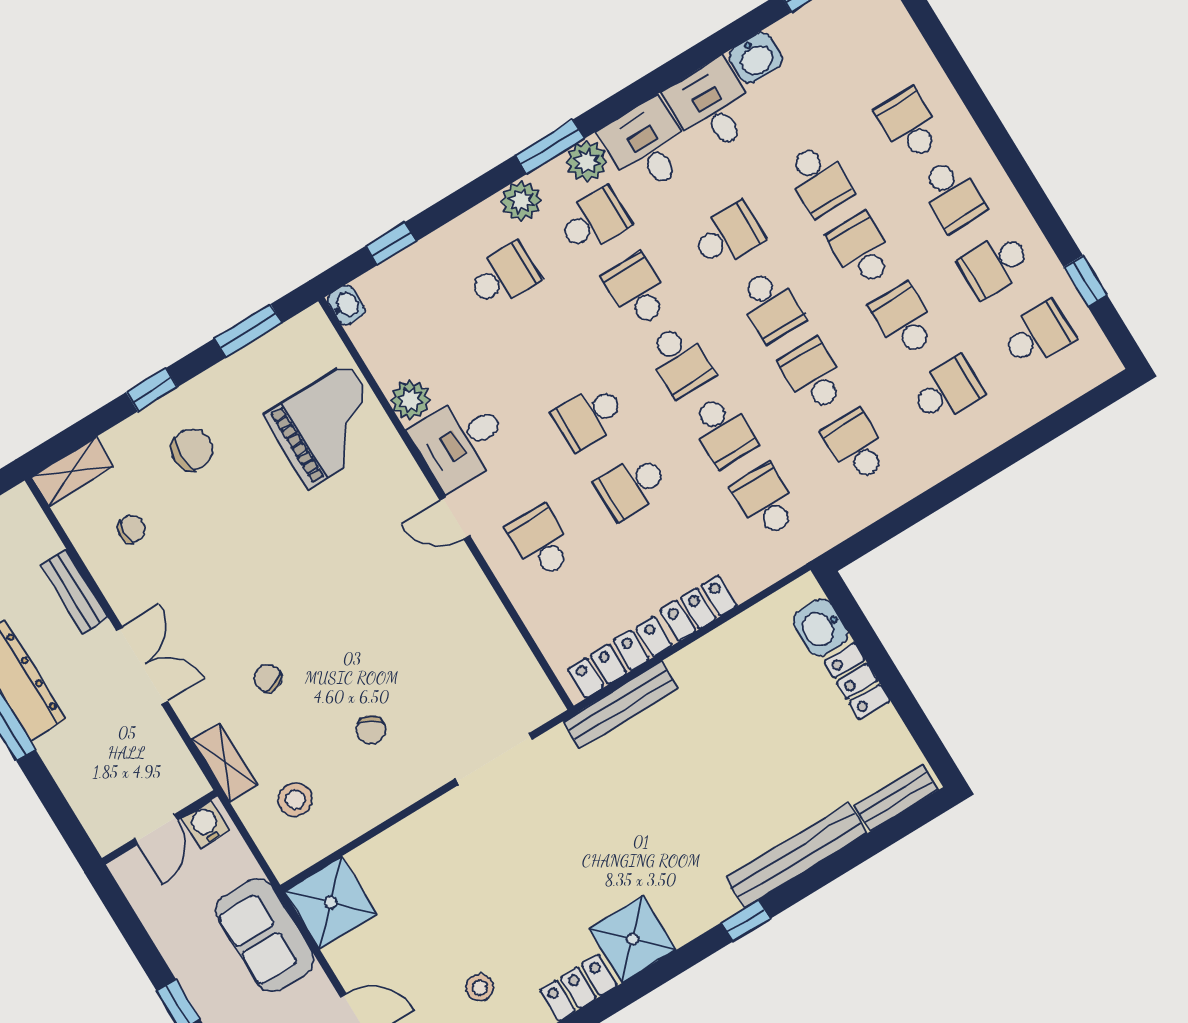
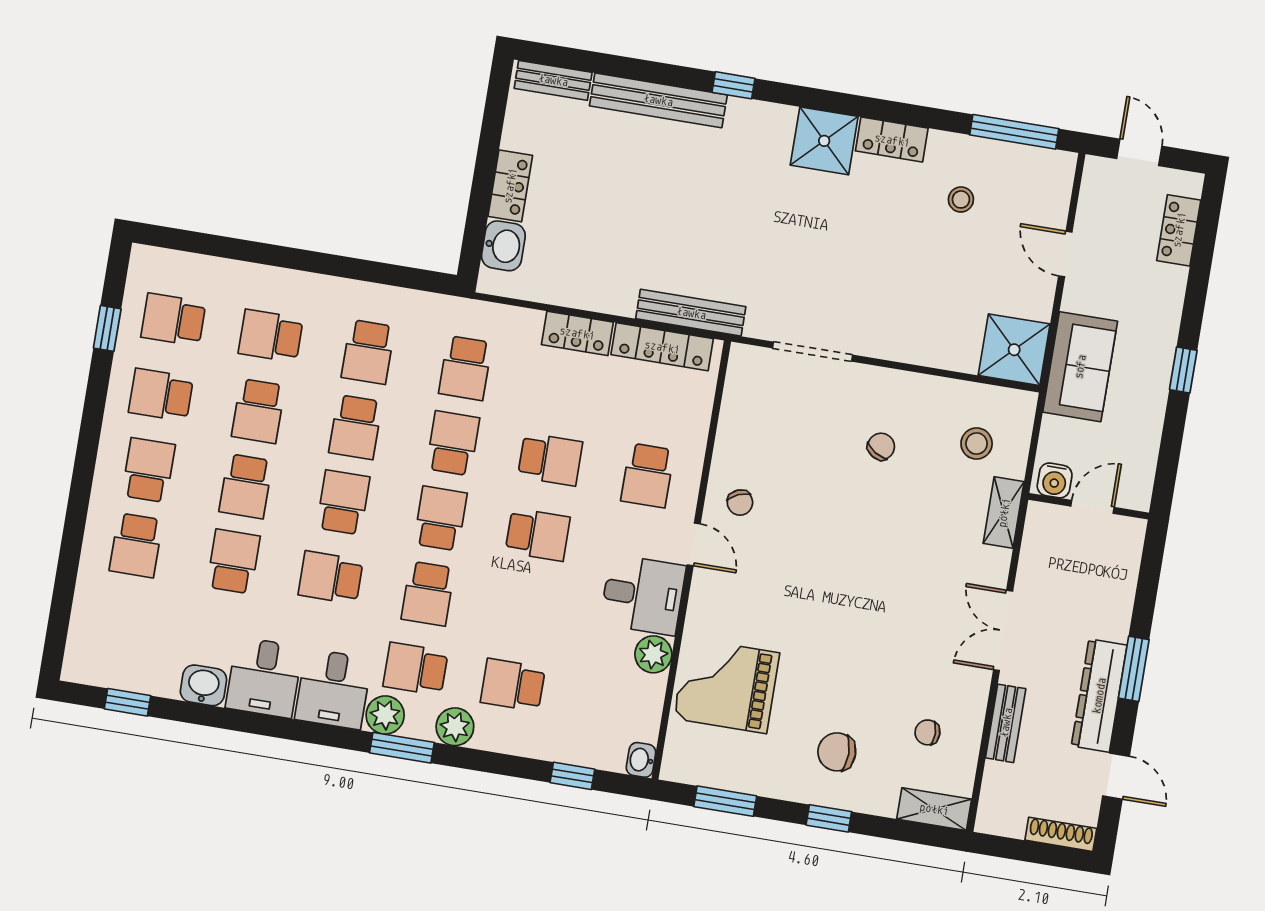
school desk: (995, 265) -> (161, 395), turned 180
chair: (268, 678) -> (740, 503), moved

